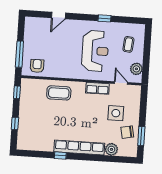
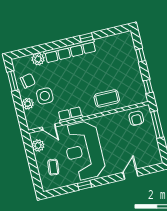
reception desk: (95, 51) -> (84, 151), width x1.36, depth x1.30
plant: (134, 111) -> (28, 104), added

